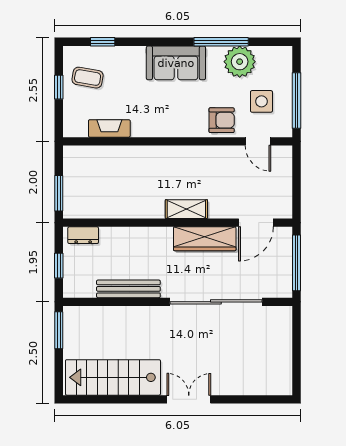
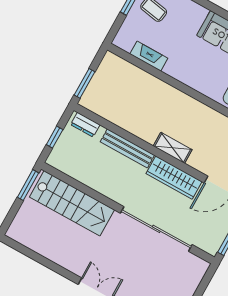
bench: (128, 289) -> (127, 148), moved
stairs: (113, 377) -> (72, 203), moved, turned 180

